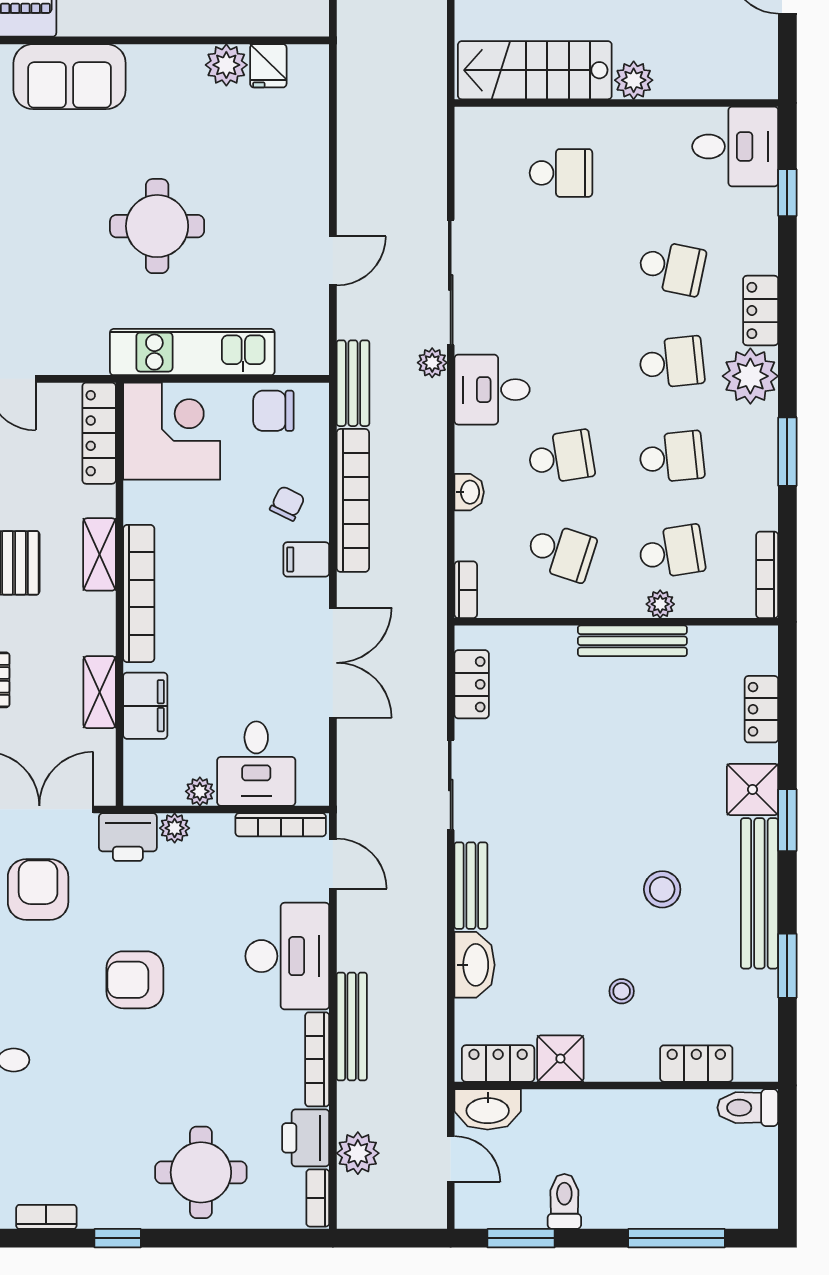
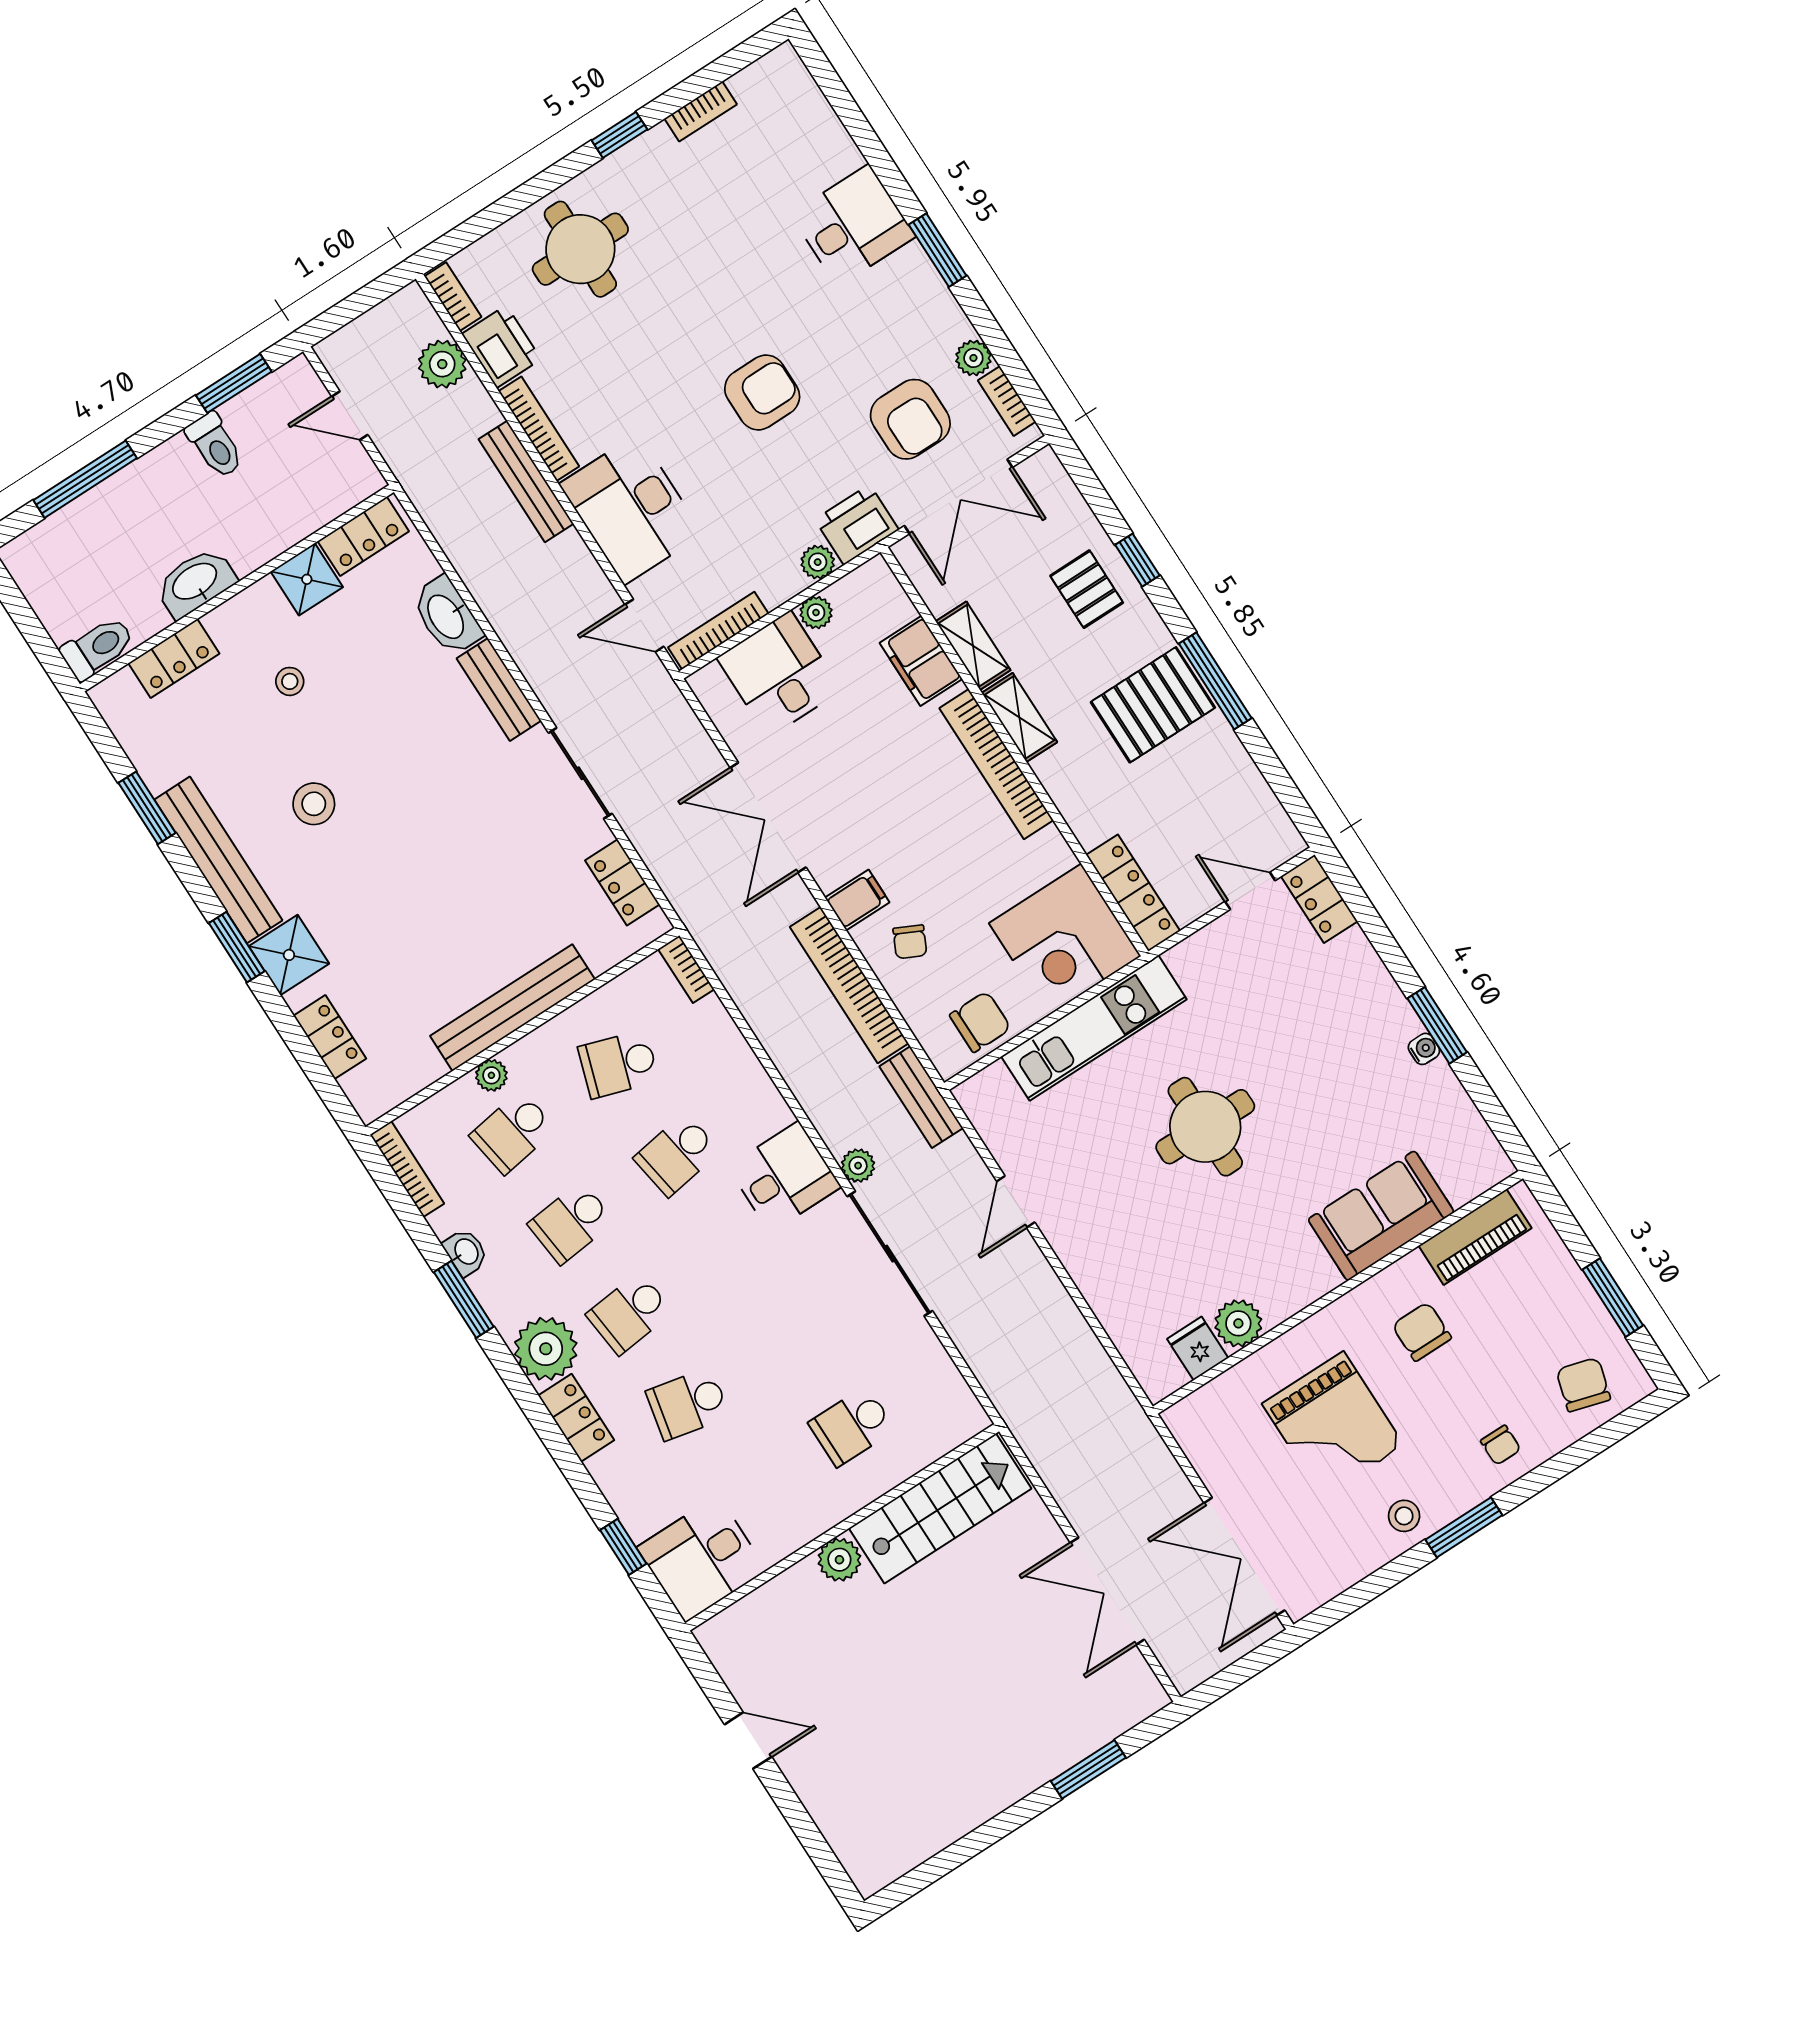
washbasin: (469, 492) -> (466, 1252), moved, turned 180
shelving: (100, 554) -> (1019, 718), moved
bench: (632, 641) -> (512, 1008), width x1.37, depth x1.21
washbasin: (488, 1109) -> (195, 582), moved

